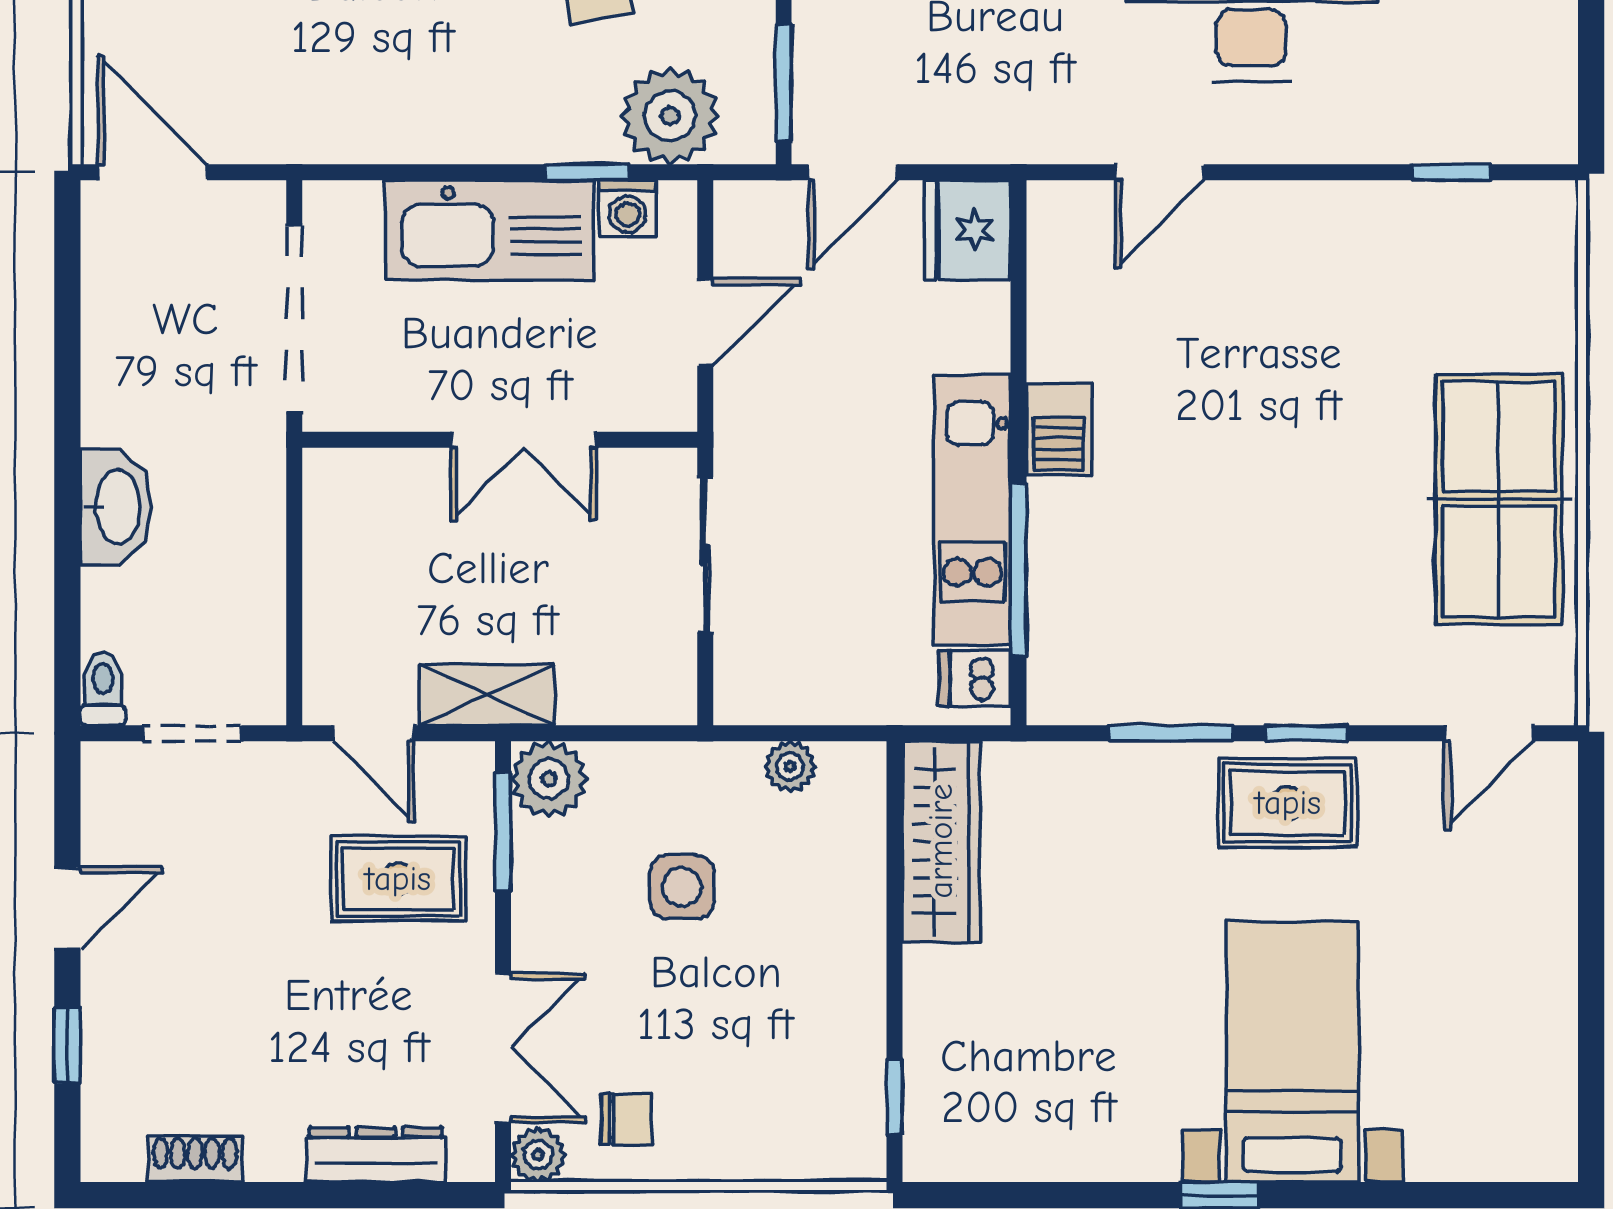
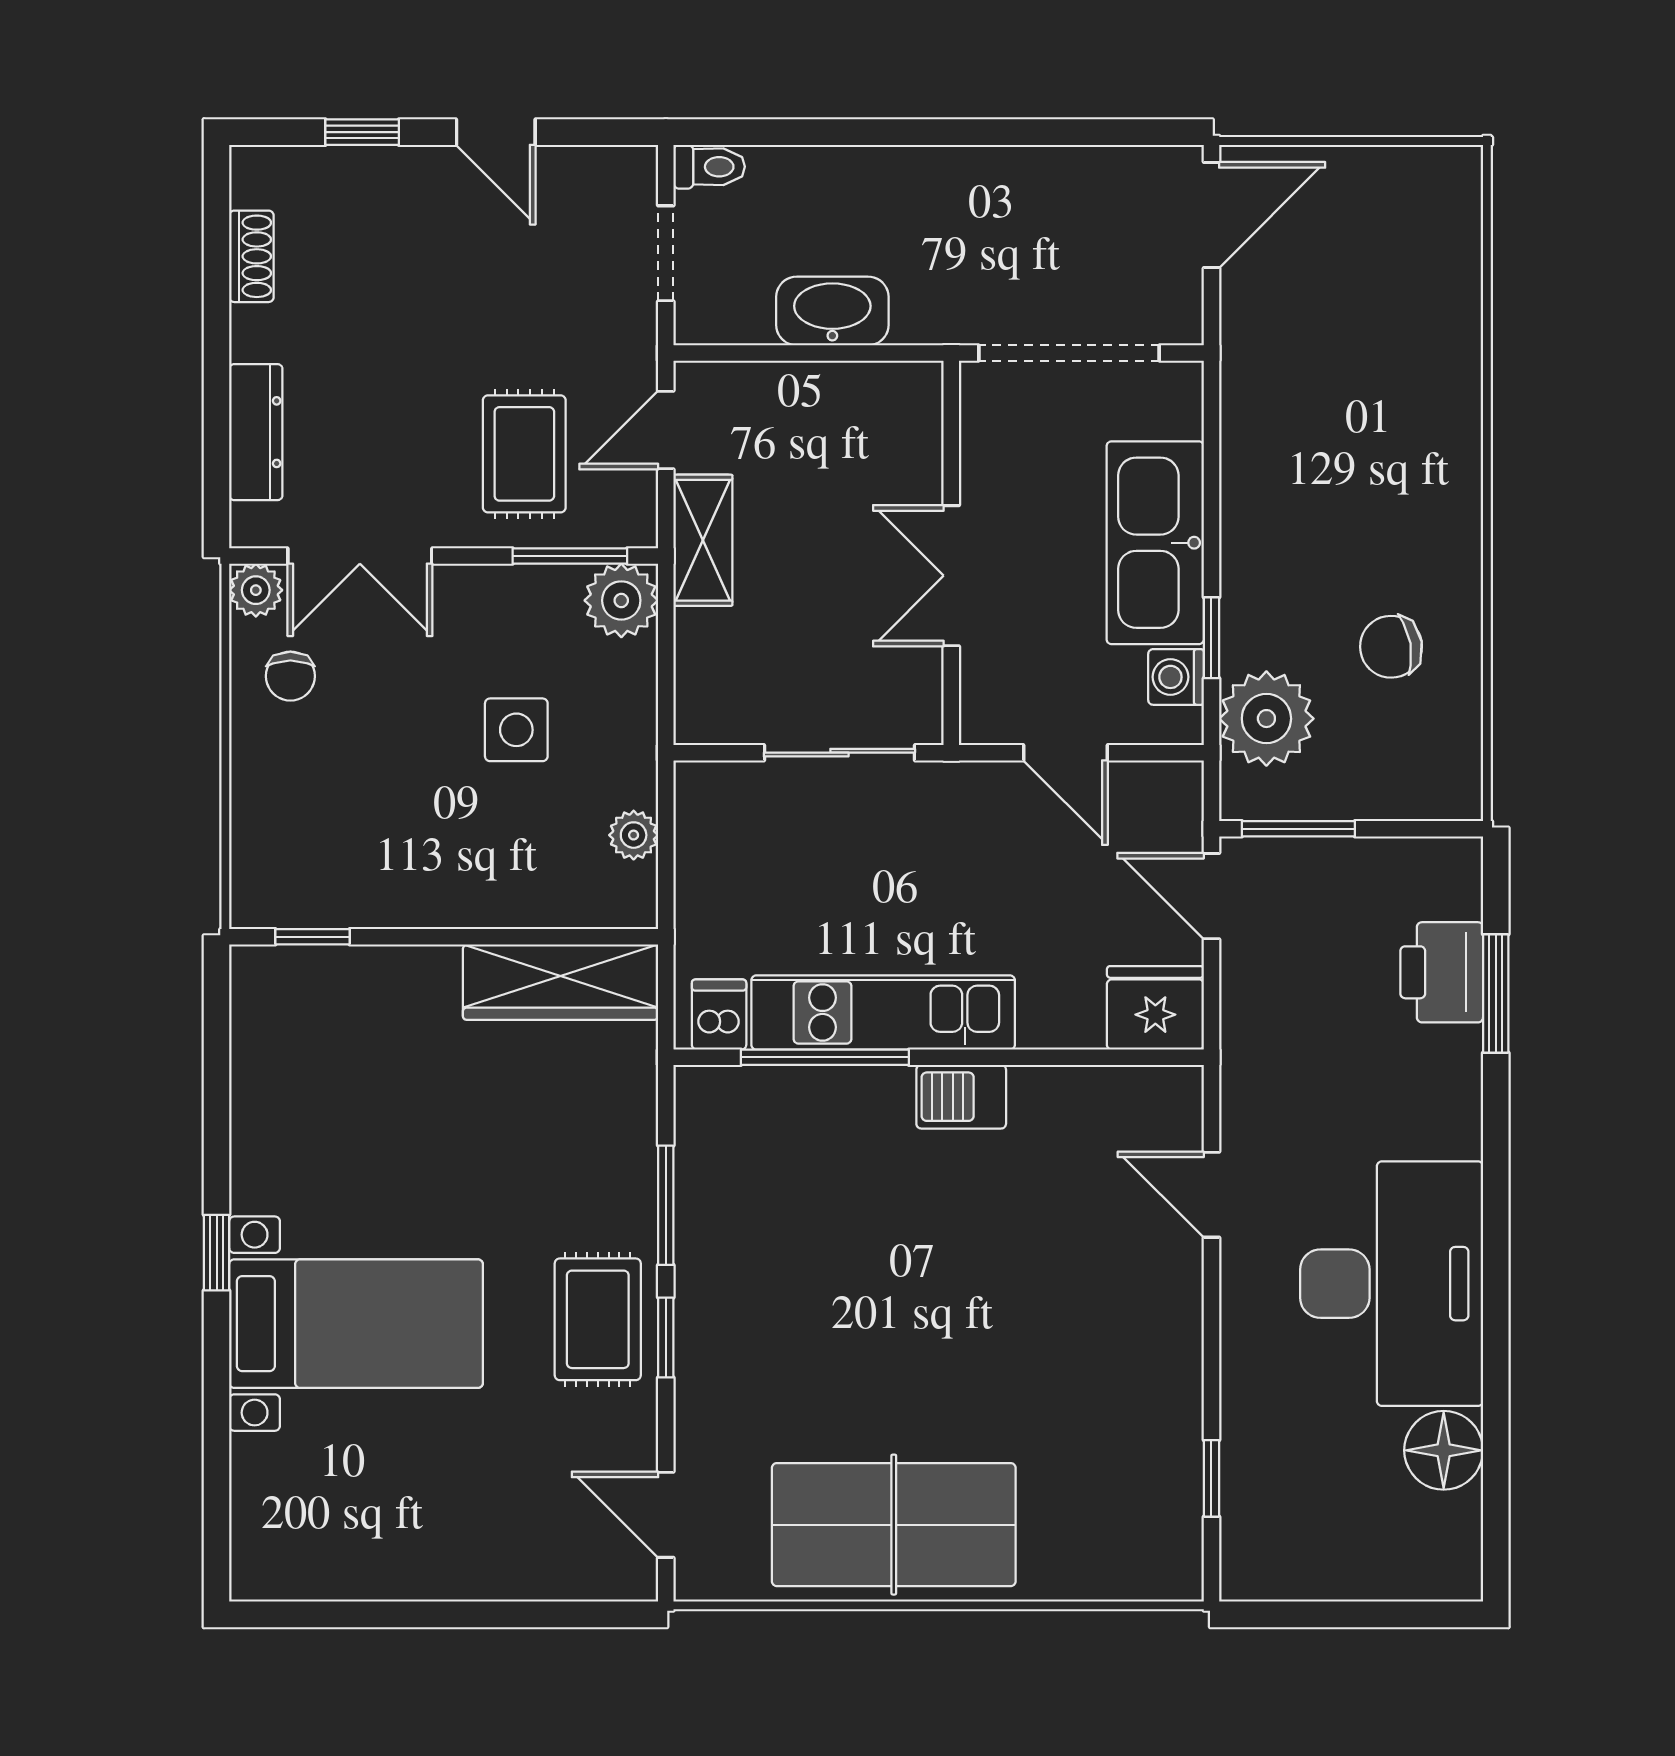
washbasin: (116, 507) -> (832, 311), moved, turned 180

